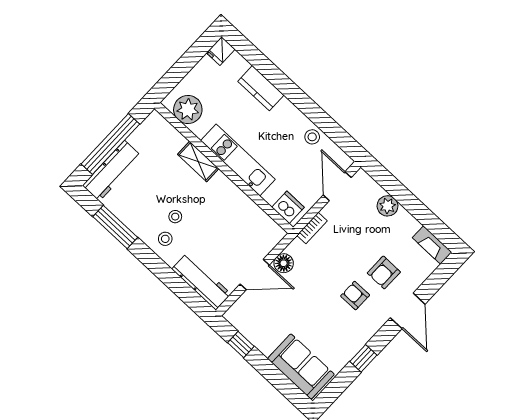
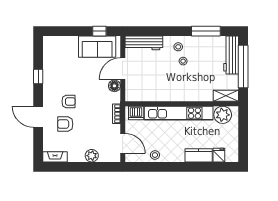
fridge: (221, 51) -> (219, 155), moved
kitchen unit: (238, 160) -> (179, 113), width x1.36
shelving: (198, 161) -> (226, 96), moved
armchair: (384, 272) -> (65, 124), turned -90
sofa: (301, 367) -> (97, 47), moved

